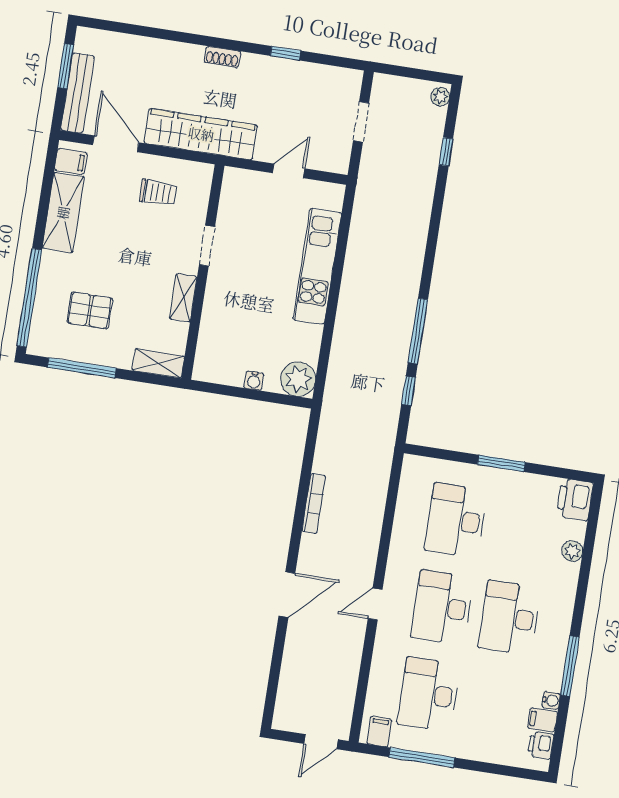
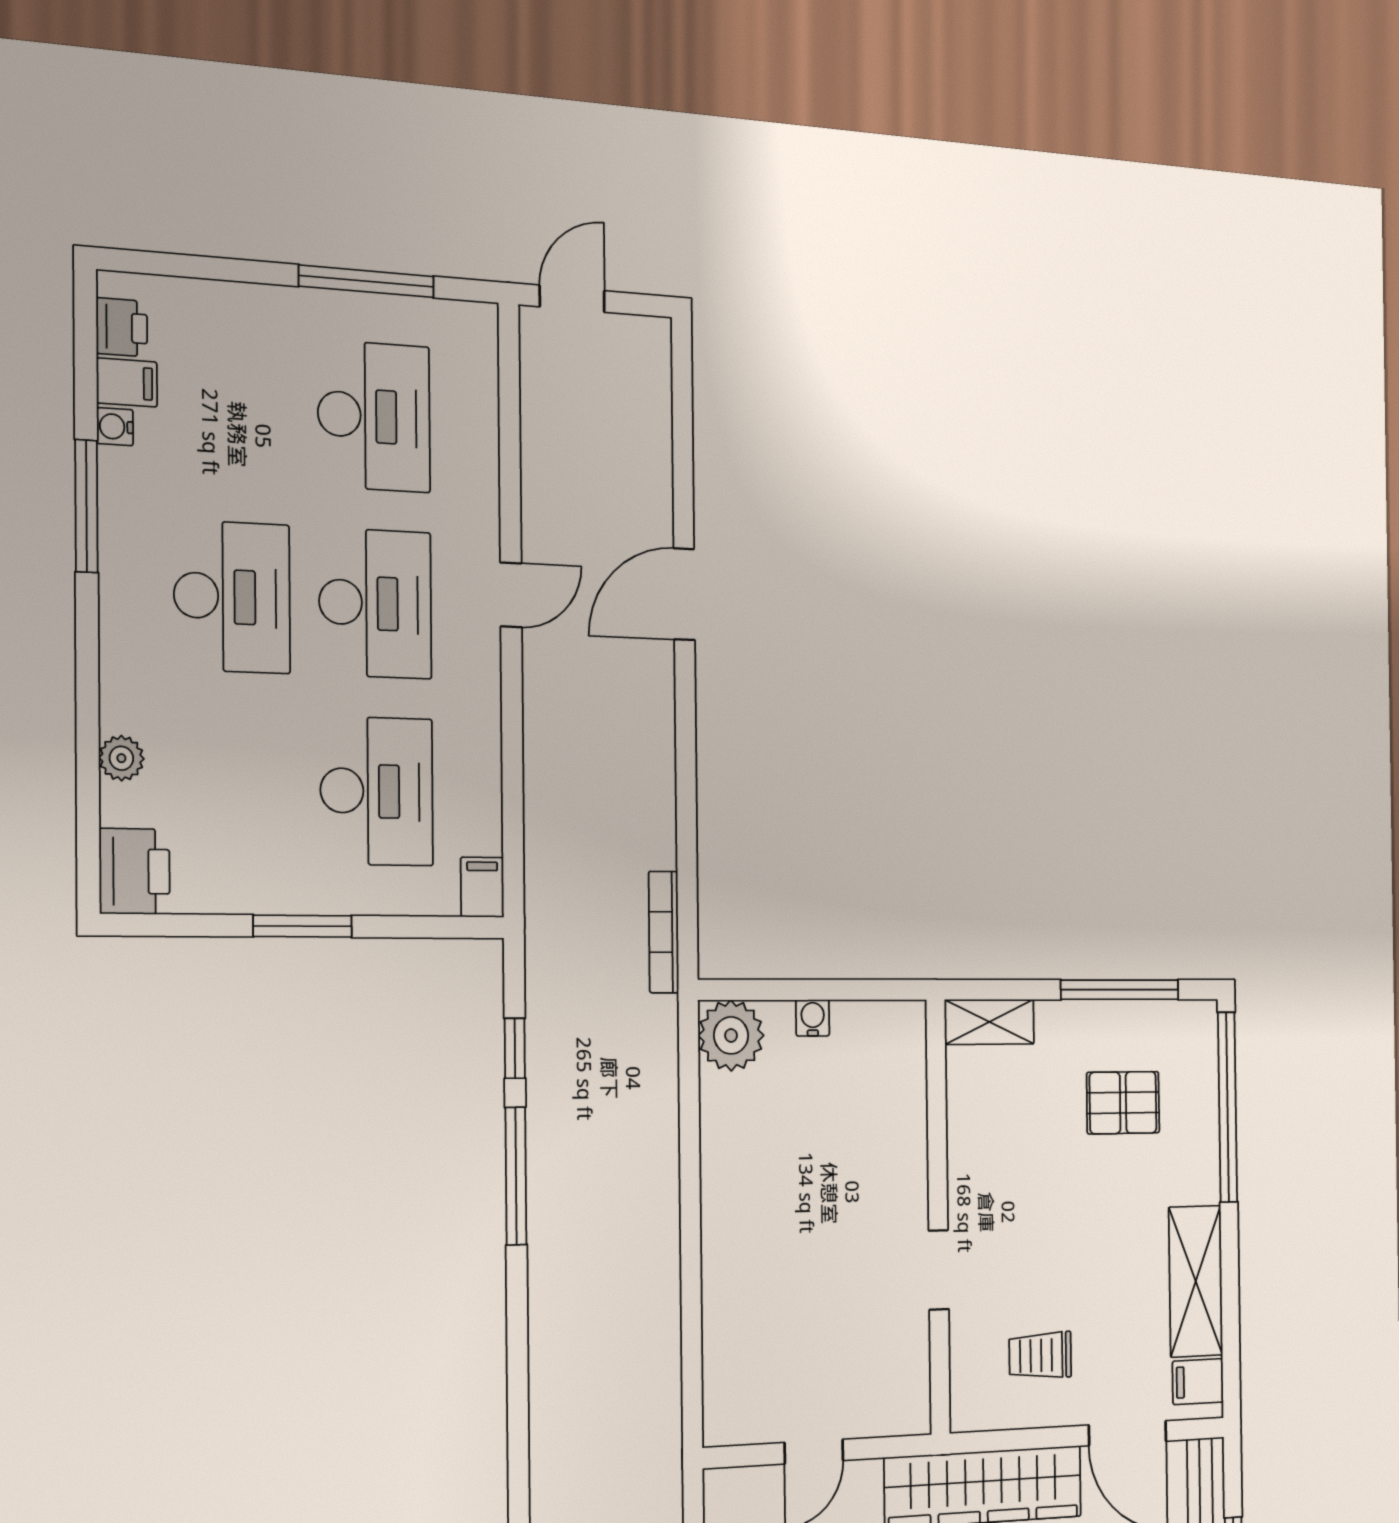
kitchen unit: (317, 266) -> (731, 1271), removed
shelving: (183, 298) -> (965, 1159), removed
bookcase: (314, 504) -> (664, 932), moved
filing cabinet: (379, 731) -> (482, 887), moved, turned 180

